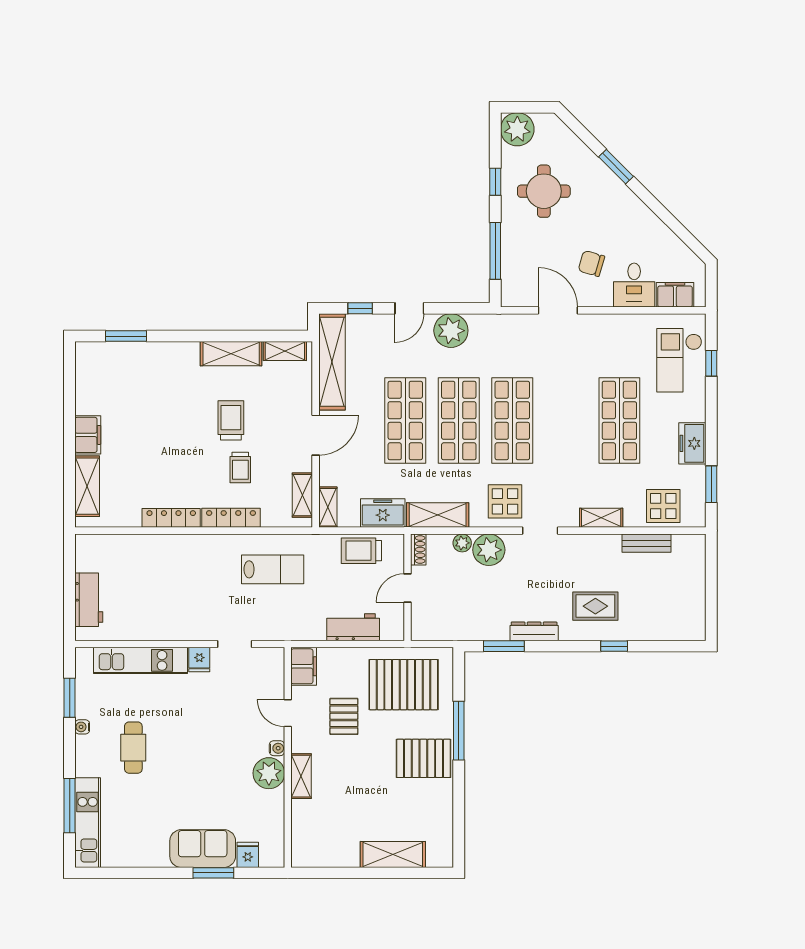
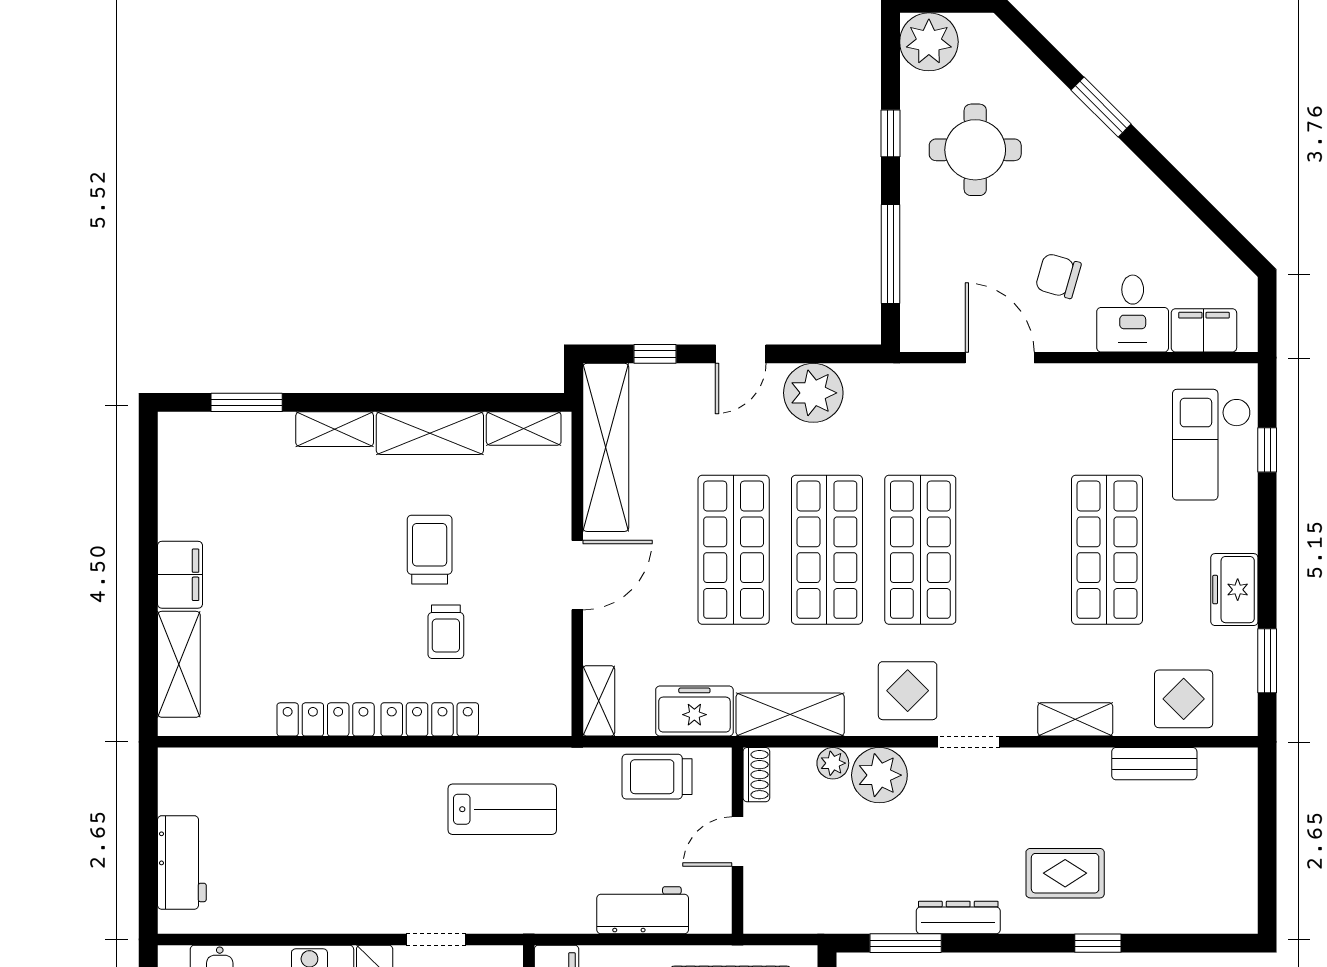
shelving: (302, 495) -> (335, 429), moved, turned 90

